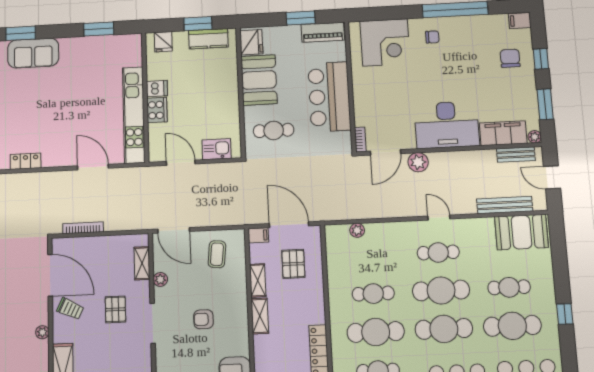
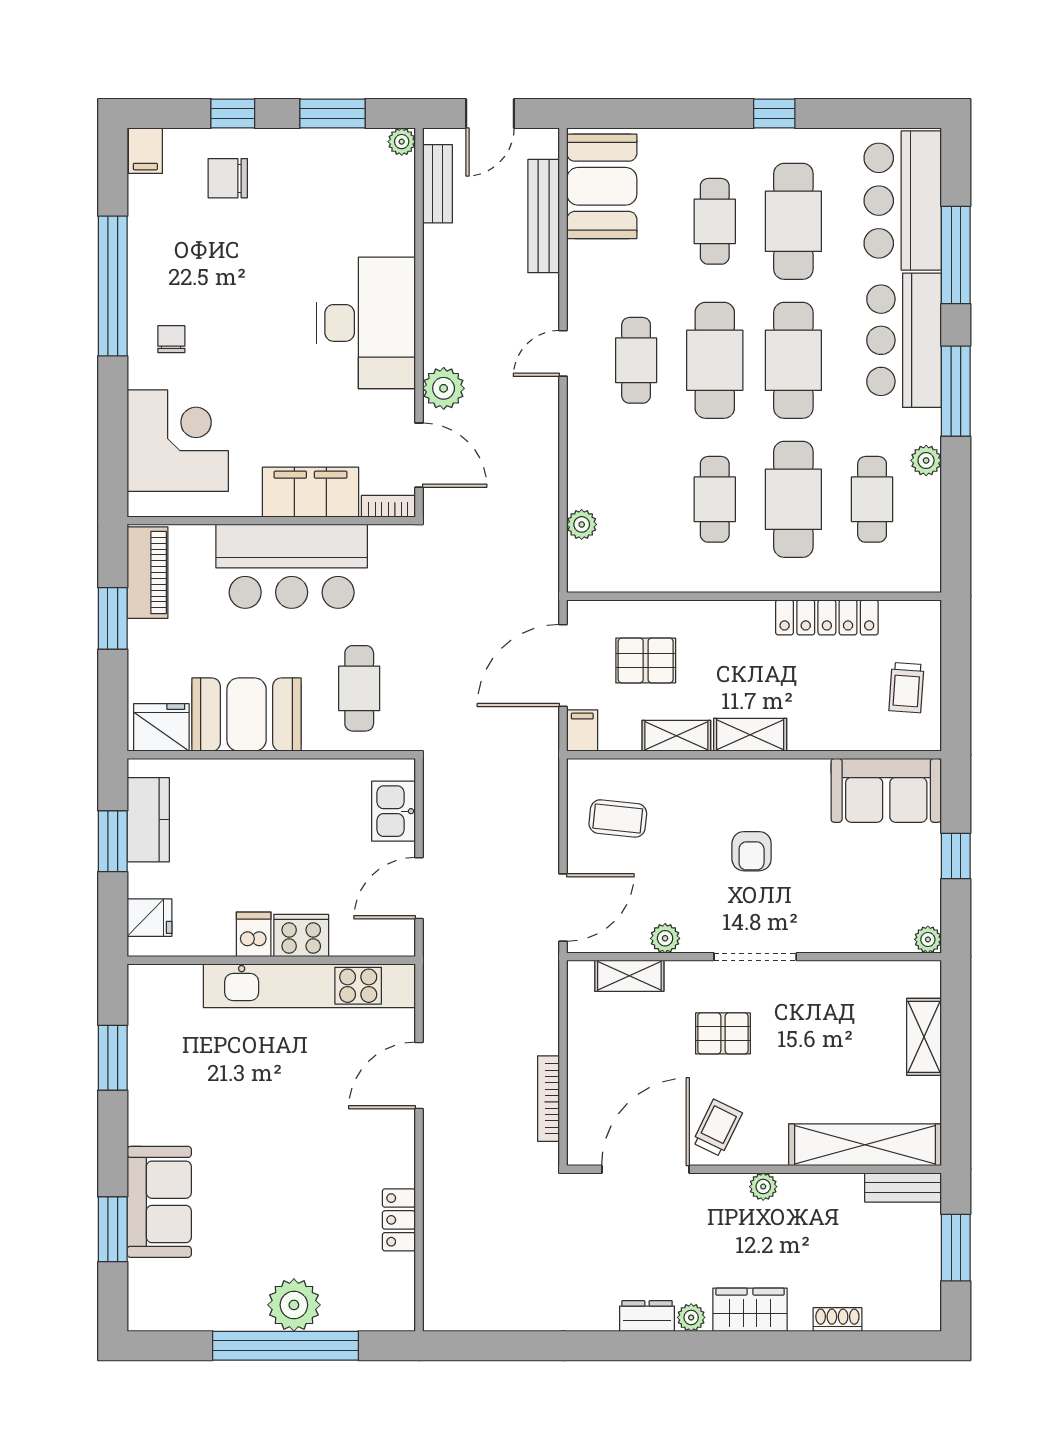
filing cabinet: (503, 133) -> (310, 492), moved, turned 90

